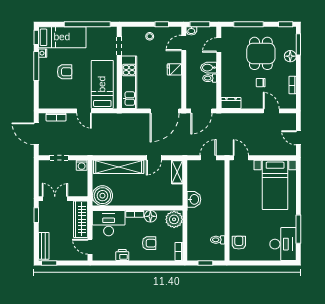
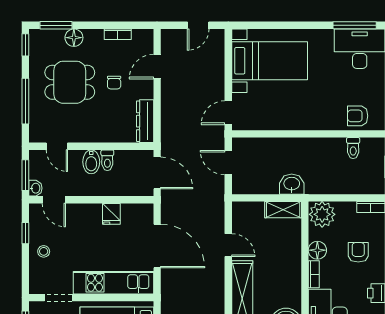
fridge: (174, 69) -> (111, 214), moved
dresser: (231, 103) -> (145, 121), width x1.44
door: (165, 111) -> (157, 246), moved
shelving: (177, 172) -> (283, 210), moved
window: (298, 229) -> (355, 25), moved

